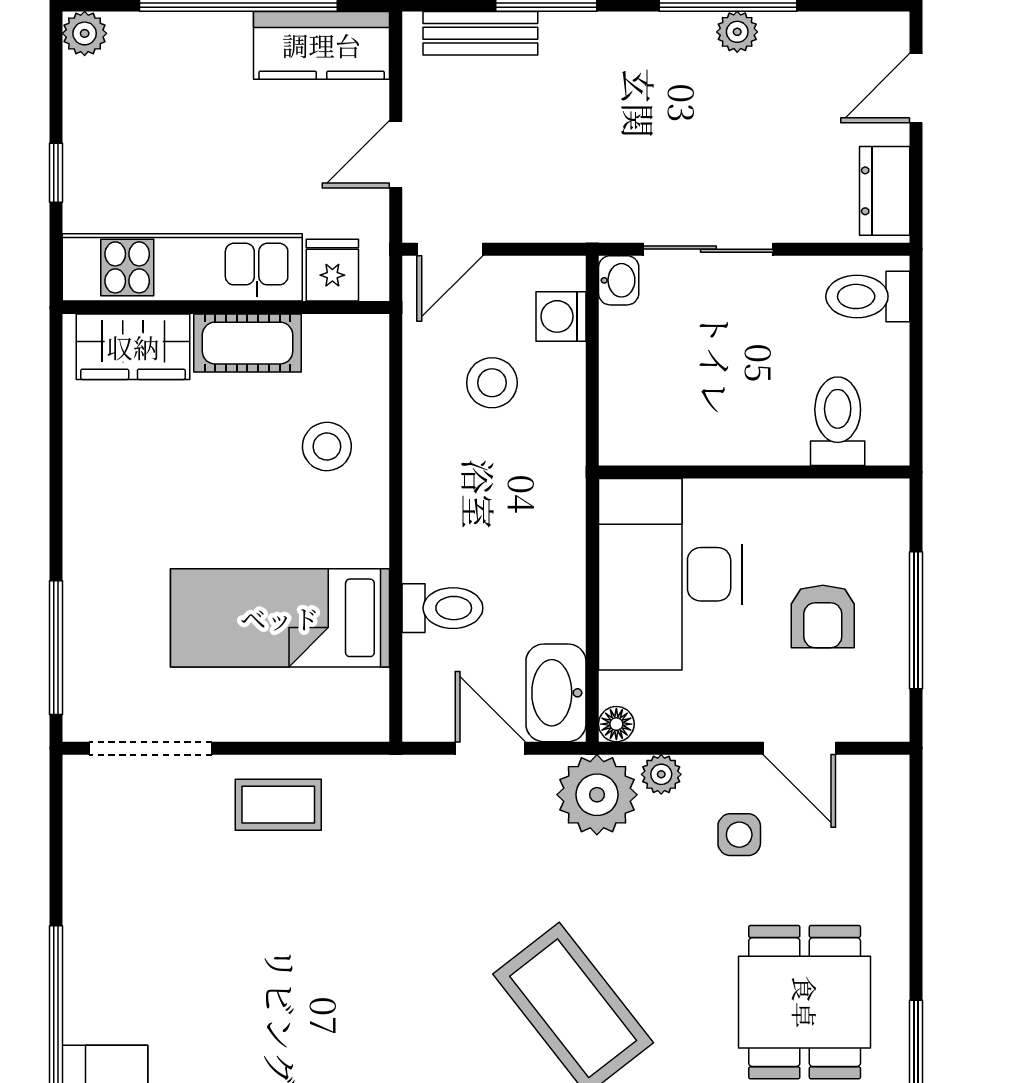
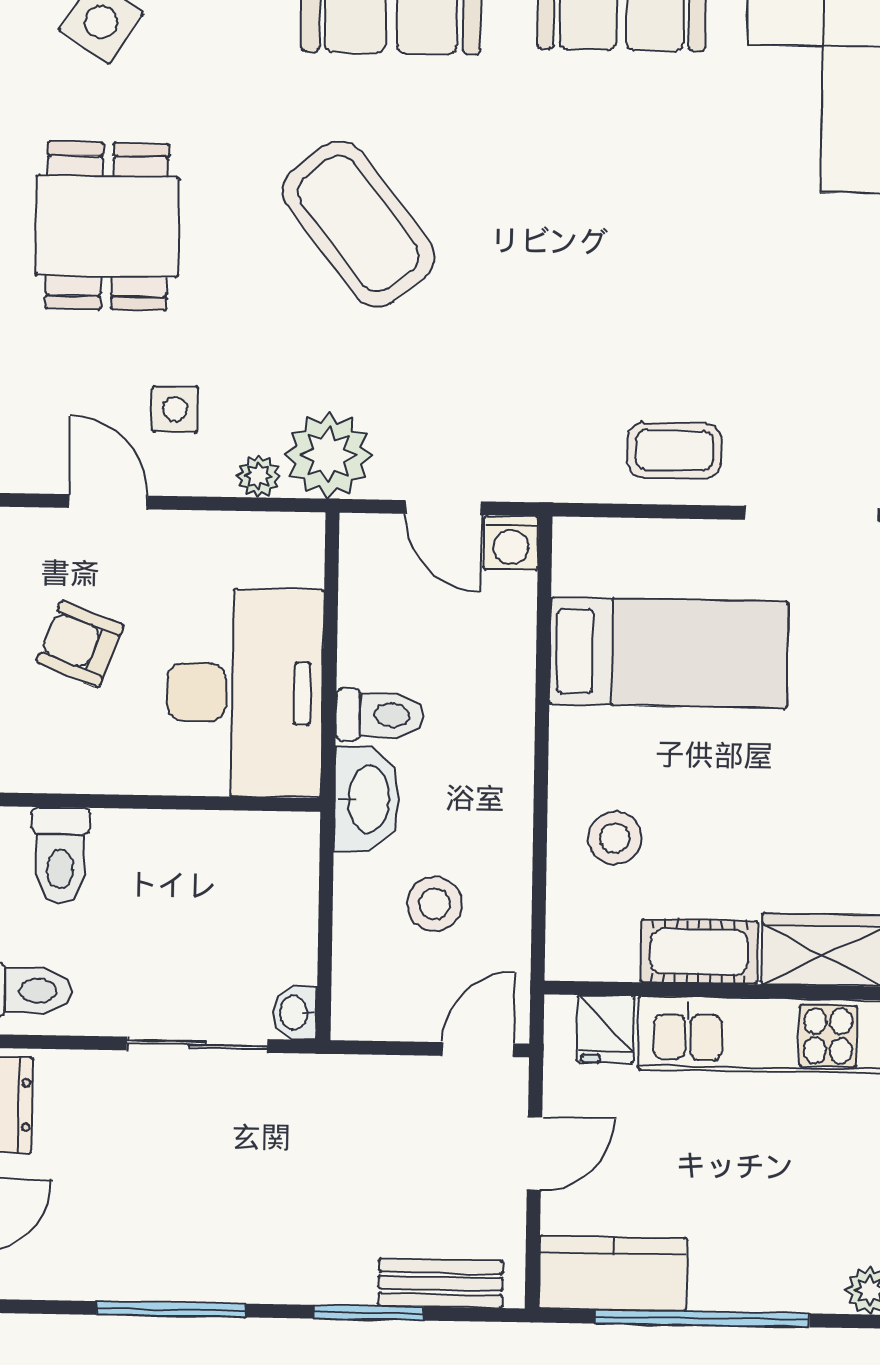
plant: (737, 32) -> (162, 1280), removed
washing machine: (561, 316) -> (511, 543), moved, turned 90
toilet: (442, 608) -> (380, 715), moved, turned 180
armchair: (823, 616) -> (80, 644), turned -69
washbasin: (556, 693) -> (367, 799), moved
floor lamp: (616, 724) -> (306, 531), removed

